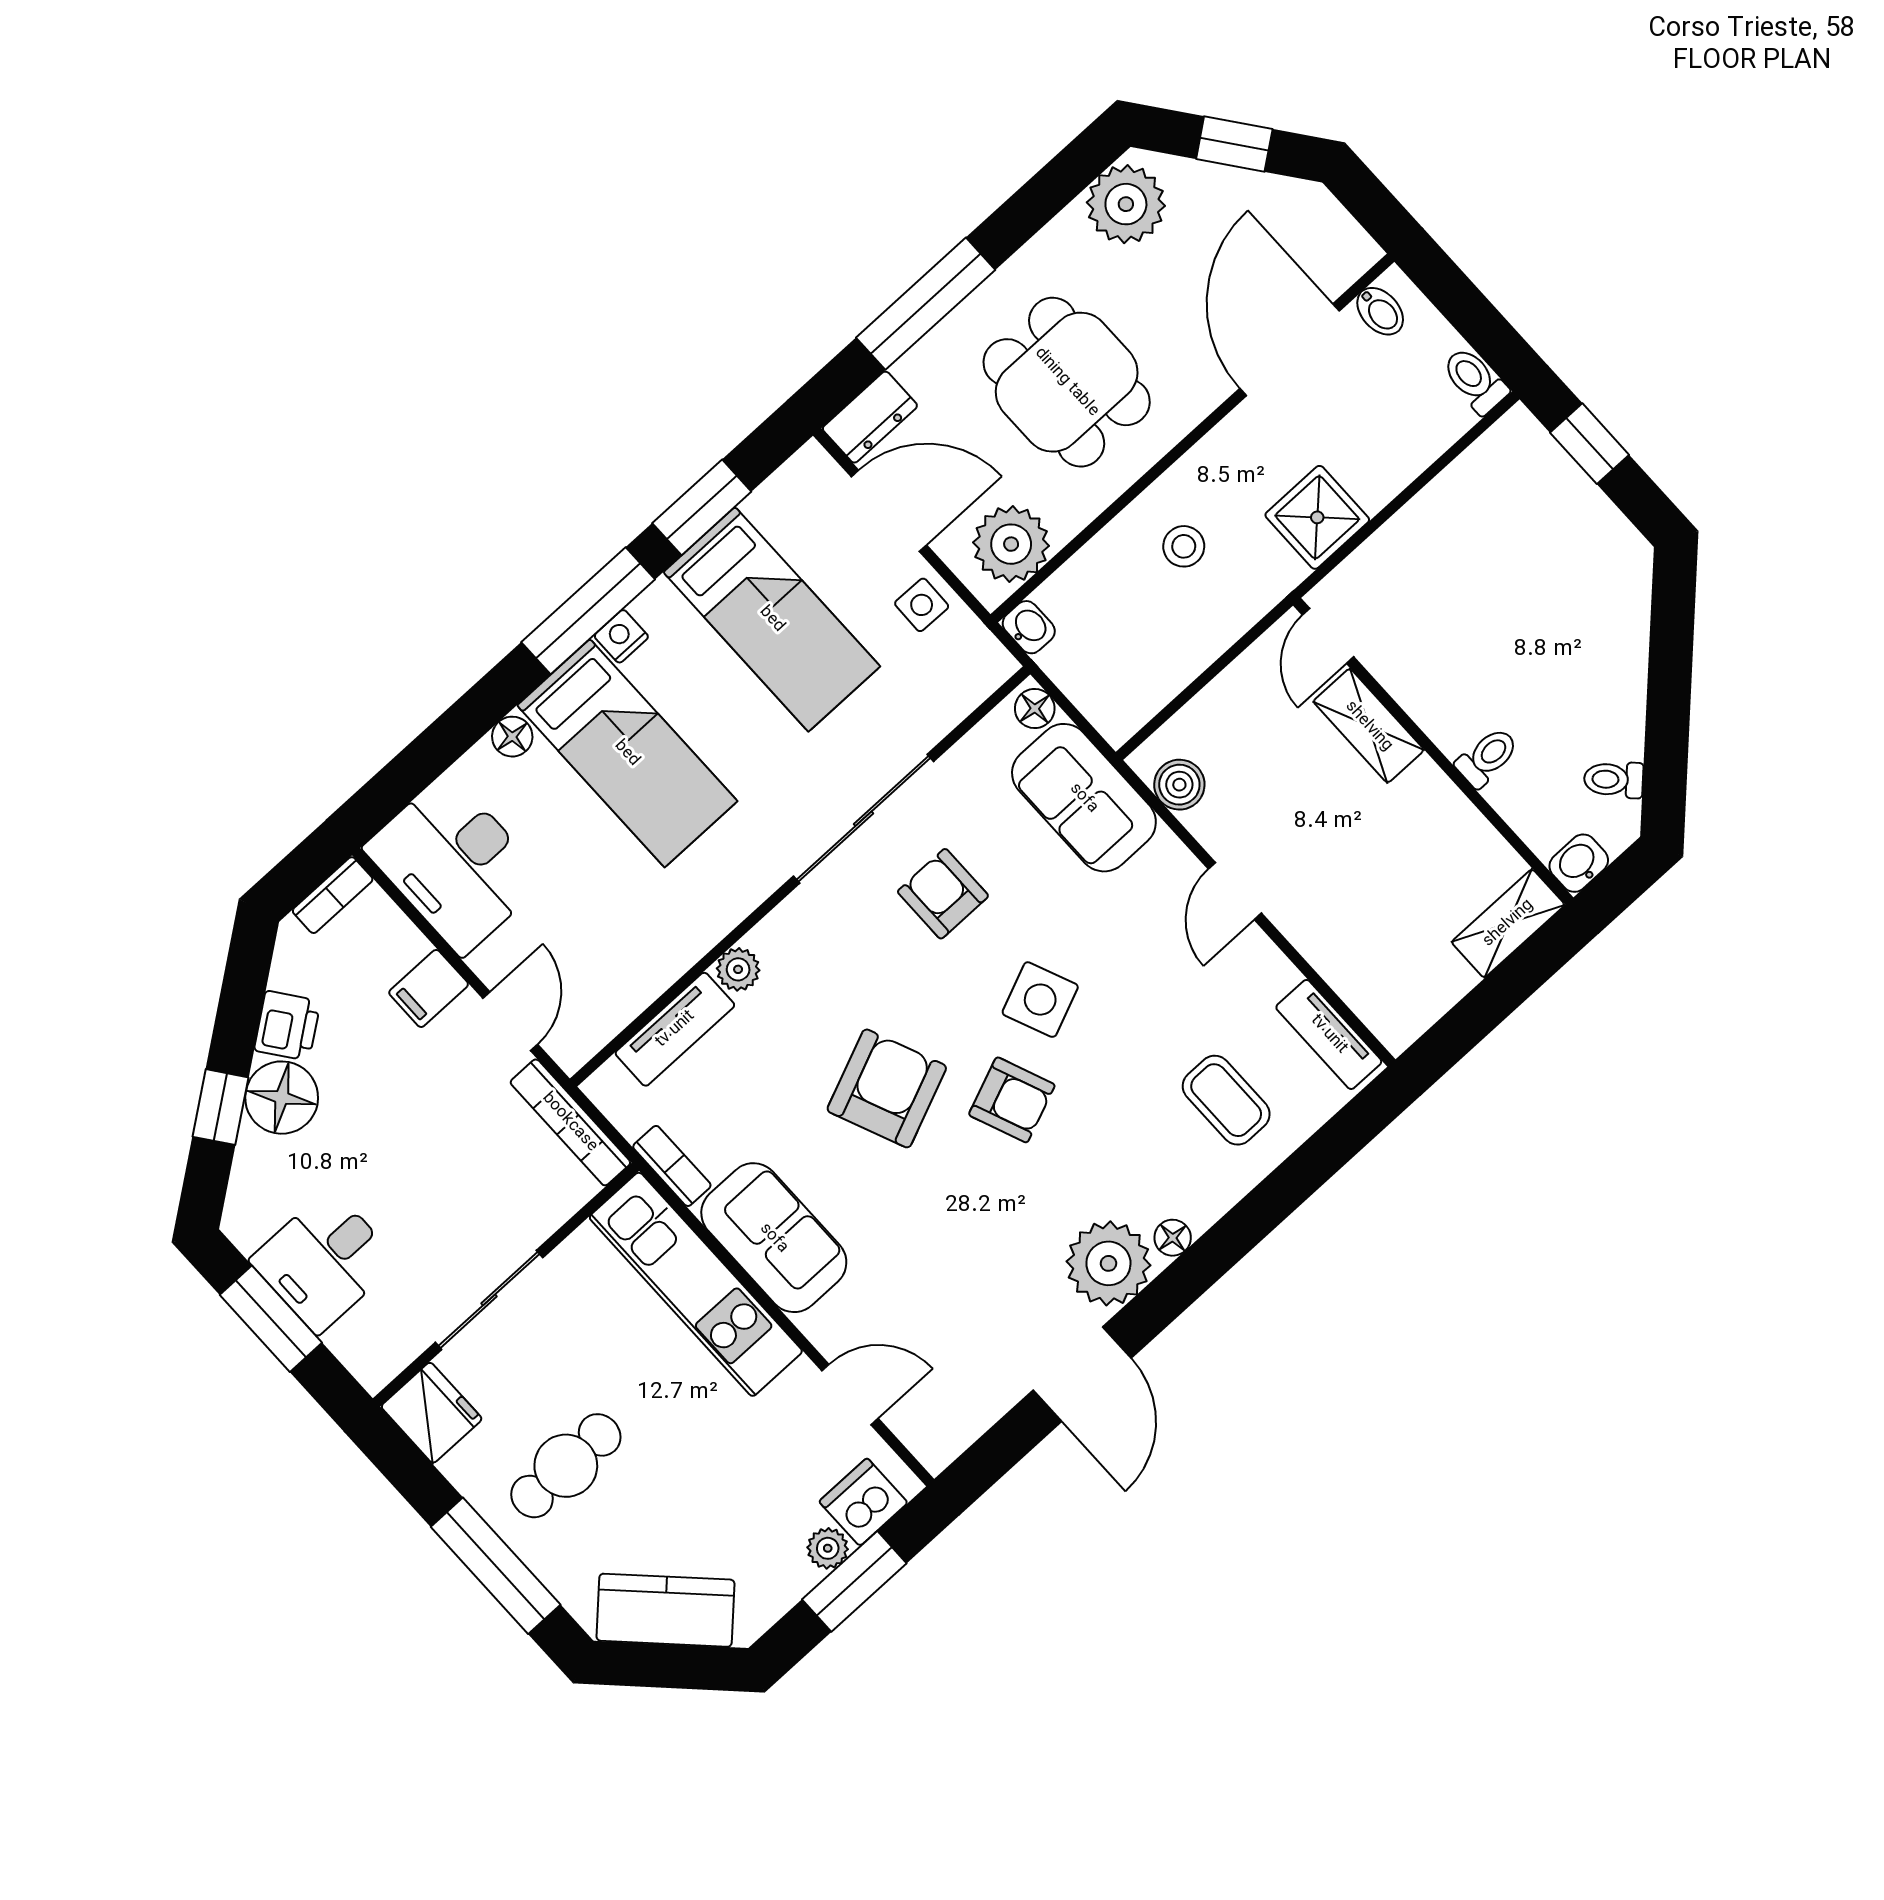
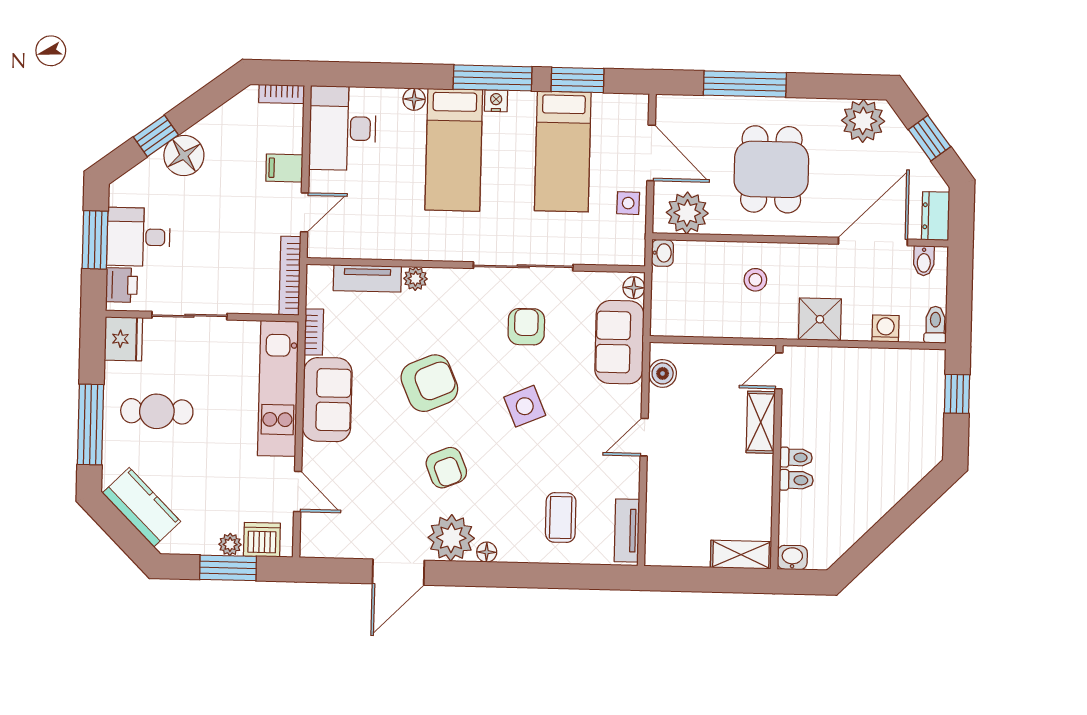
dresser: (870, 417) -> (936, 216), moved, turned 90
washing machine: (1415, 447) -> (886, 328), added
toilet: (1614, 780) -> (796, 457), moved, turned 135
printer: (287, 1026) -> (122, 285), moved, turned -53
armchair: (1012, 1100) -> (446, 468), moved

